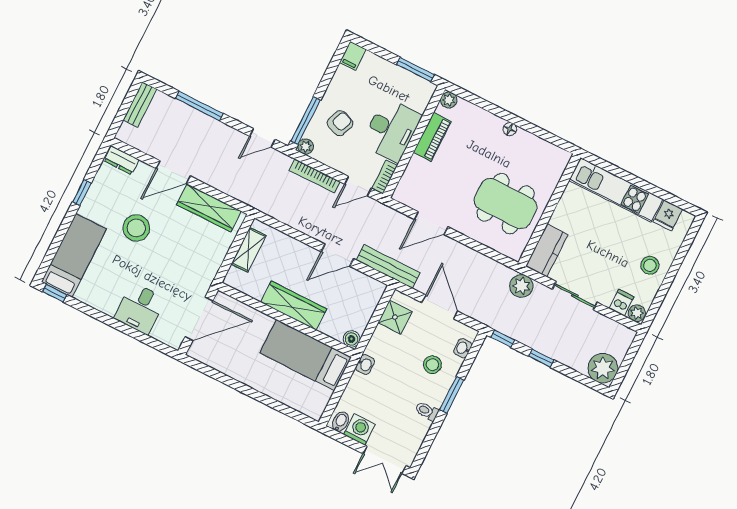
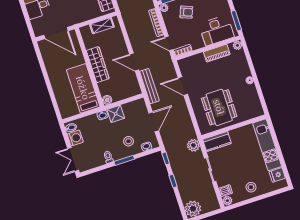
desk: (391, 130) -> (216, 30), moved
shower: (395, 317) -> (116, 114), moved

